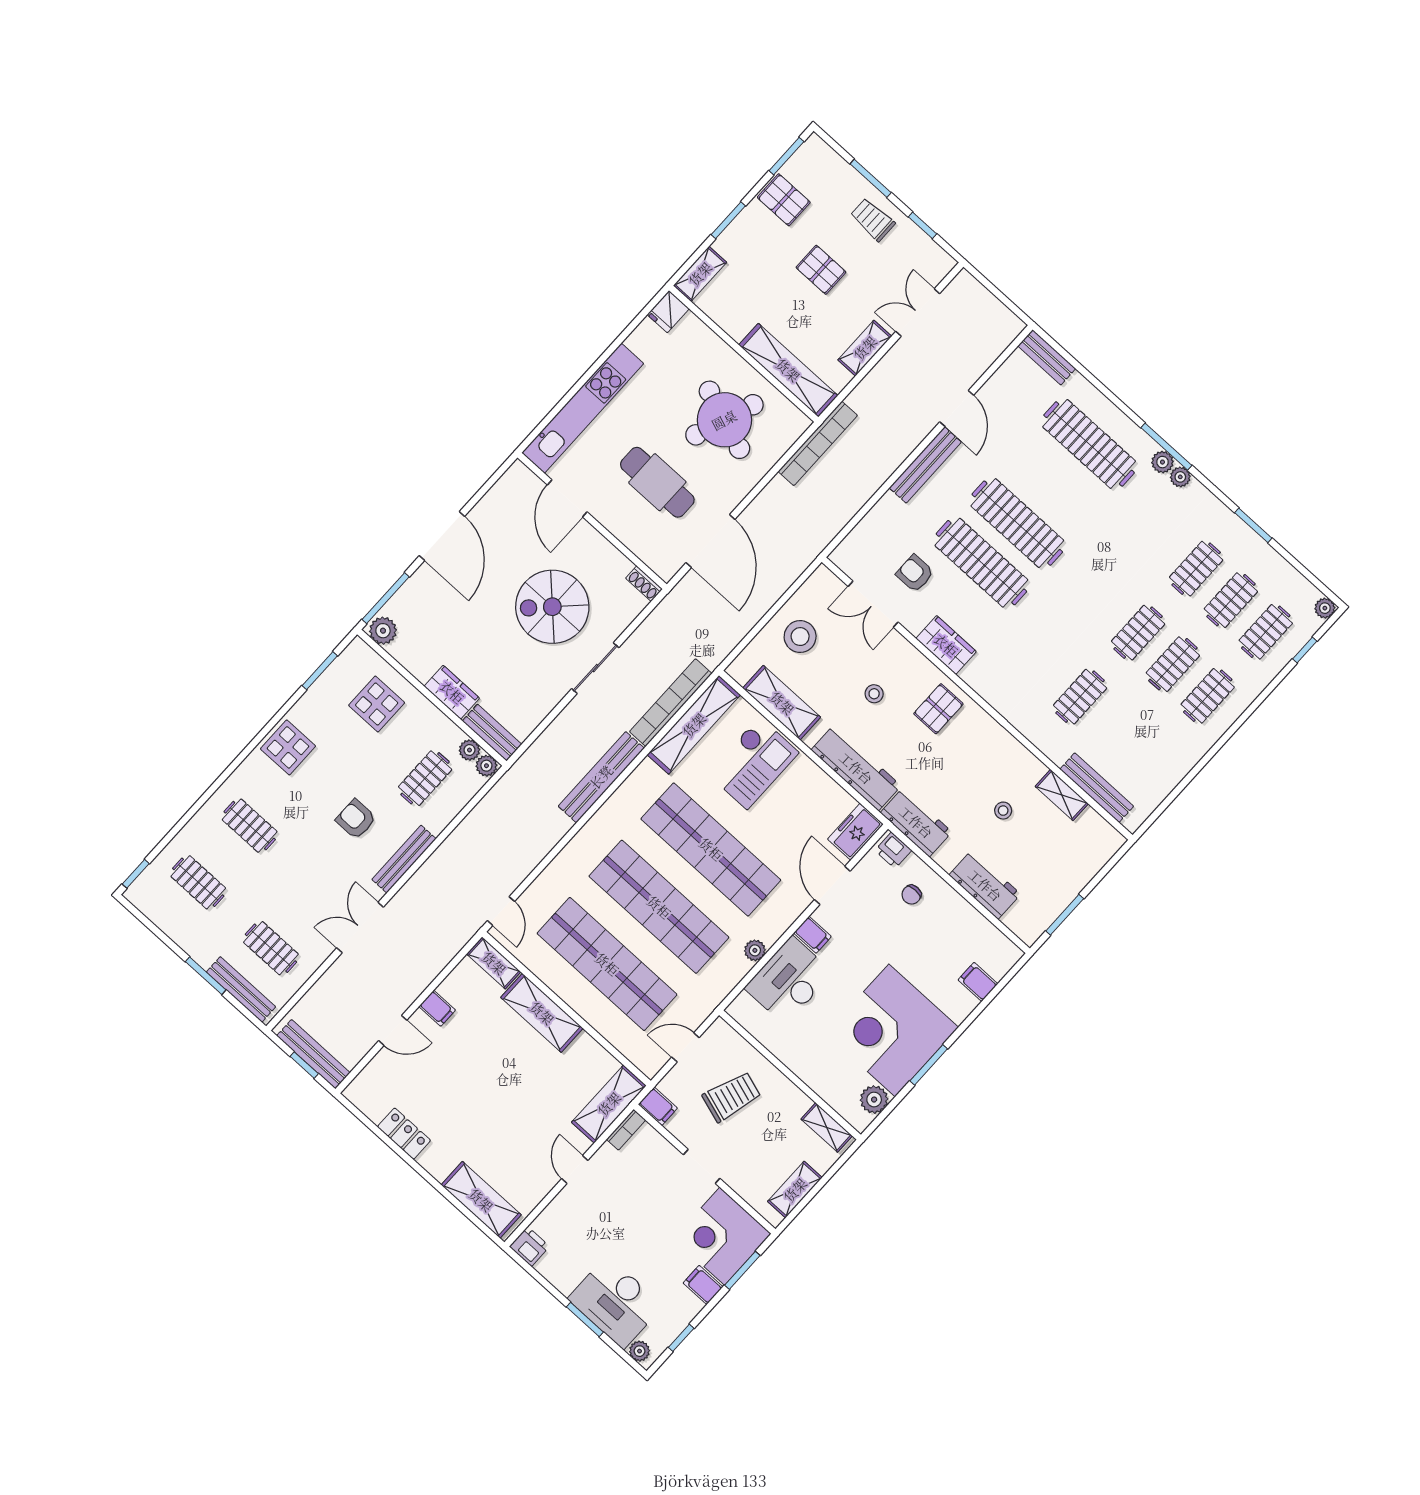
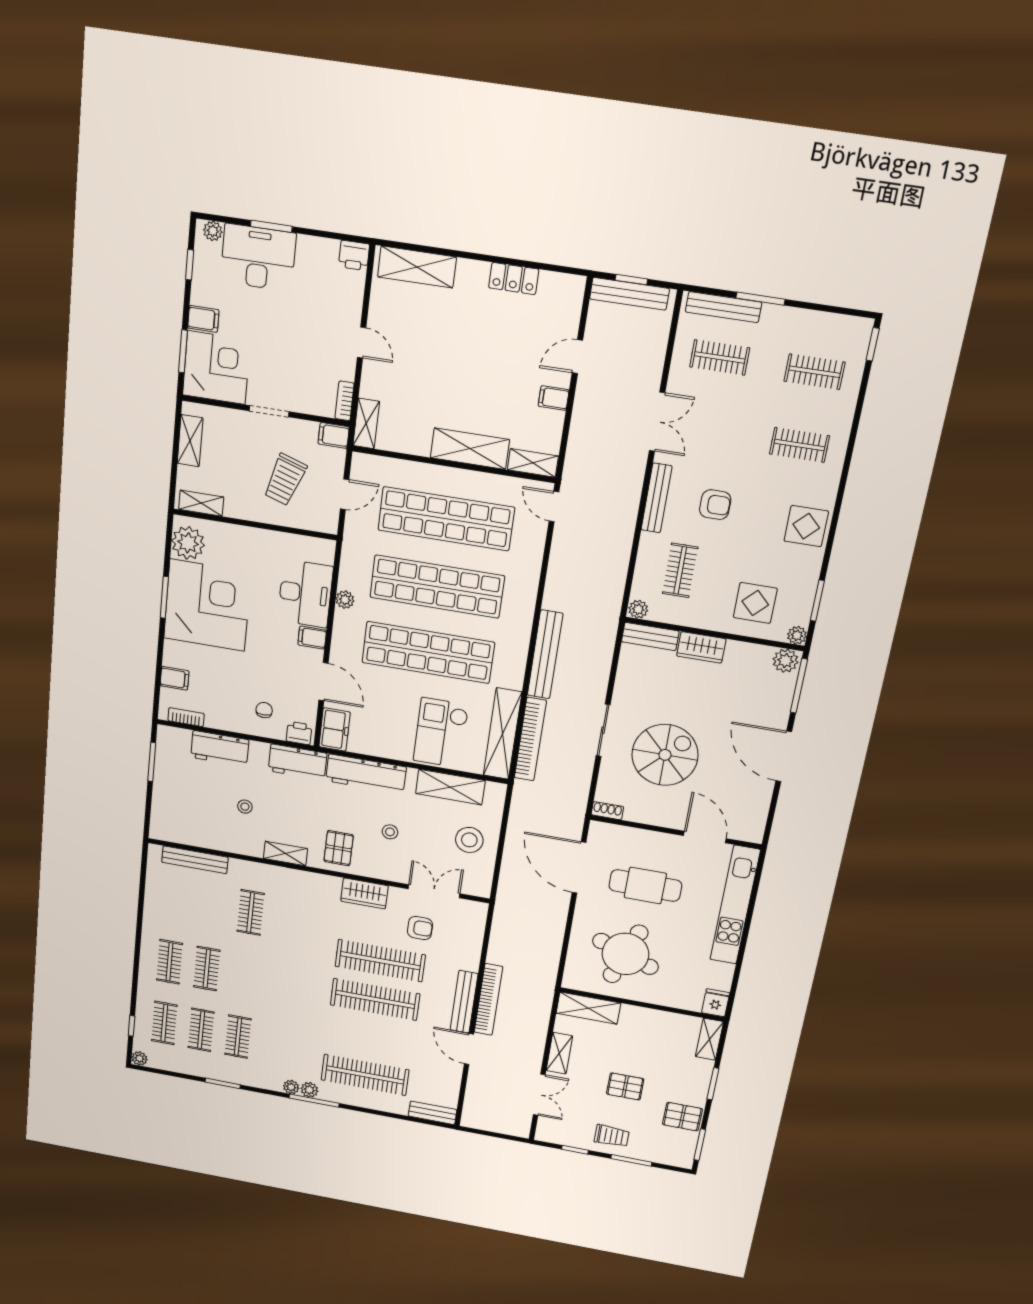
shelving: (788, 370) -> (588, 1008), width x0.68
bookcase: (818, 443) -> (488, 1000), moved, turned 180
clothes rail: (1138, 633) -> (244, 975), removed
plant: (469, 750) -> (797, 635), moved
shelving: (1062, 795) -> (285, 854), moved
bookcase: (995, 937) -> (186, 717), added
plant: (874, 1100) -> (188, 543), width x1.36, depth x1.36
shelving: (609, 1104) -> (366, 424), width x0.67, depth x0.75

